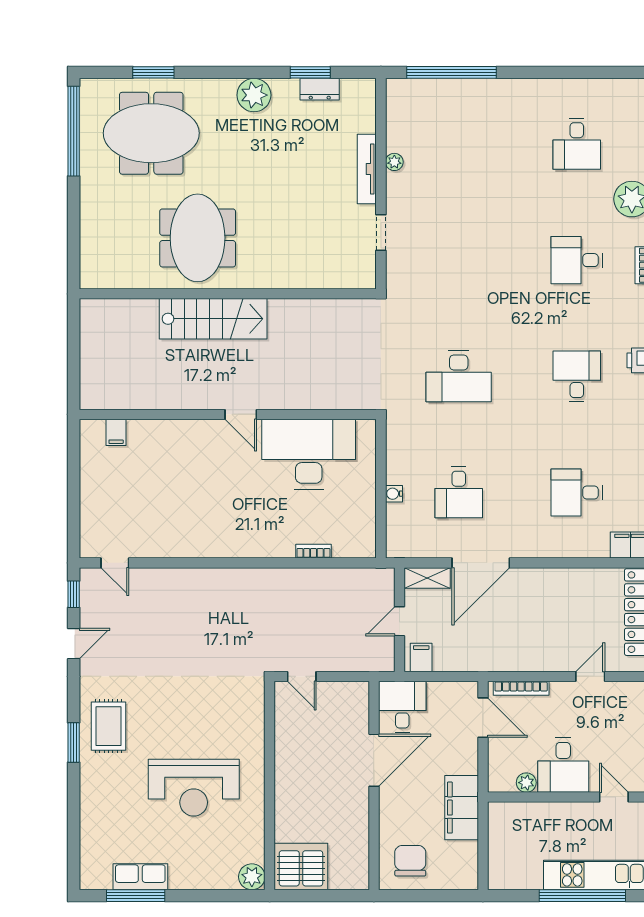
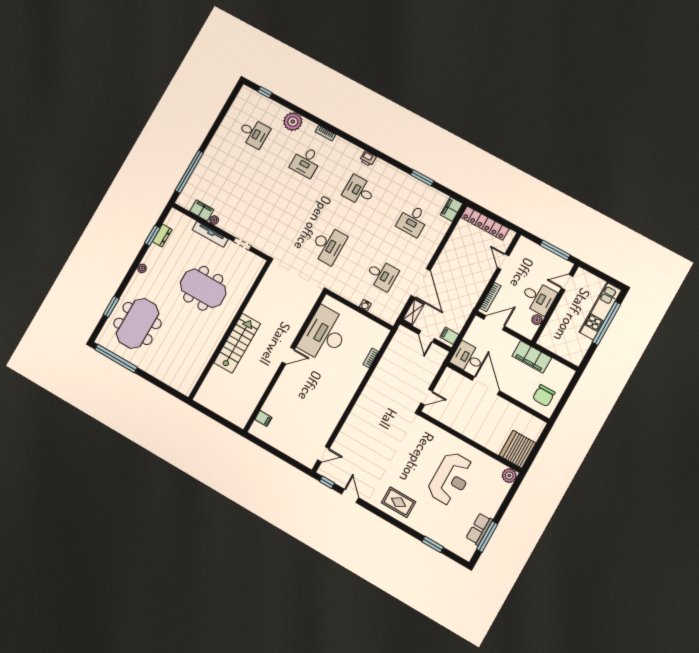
plant: (254, 95) -> (142, 268), width x0.53, depth x0.53
filing cabinet: (399, 132) -> (202, 210), added
meeting table: (198, 238) -> (203, 288), moved
window: (74, 743) -> (433, 544), moved
chair: (410, 861) -> (544, 396), turned -90

